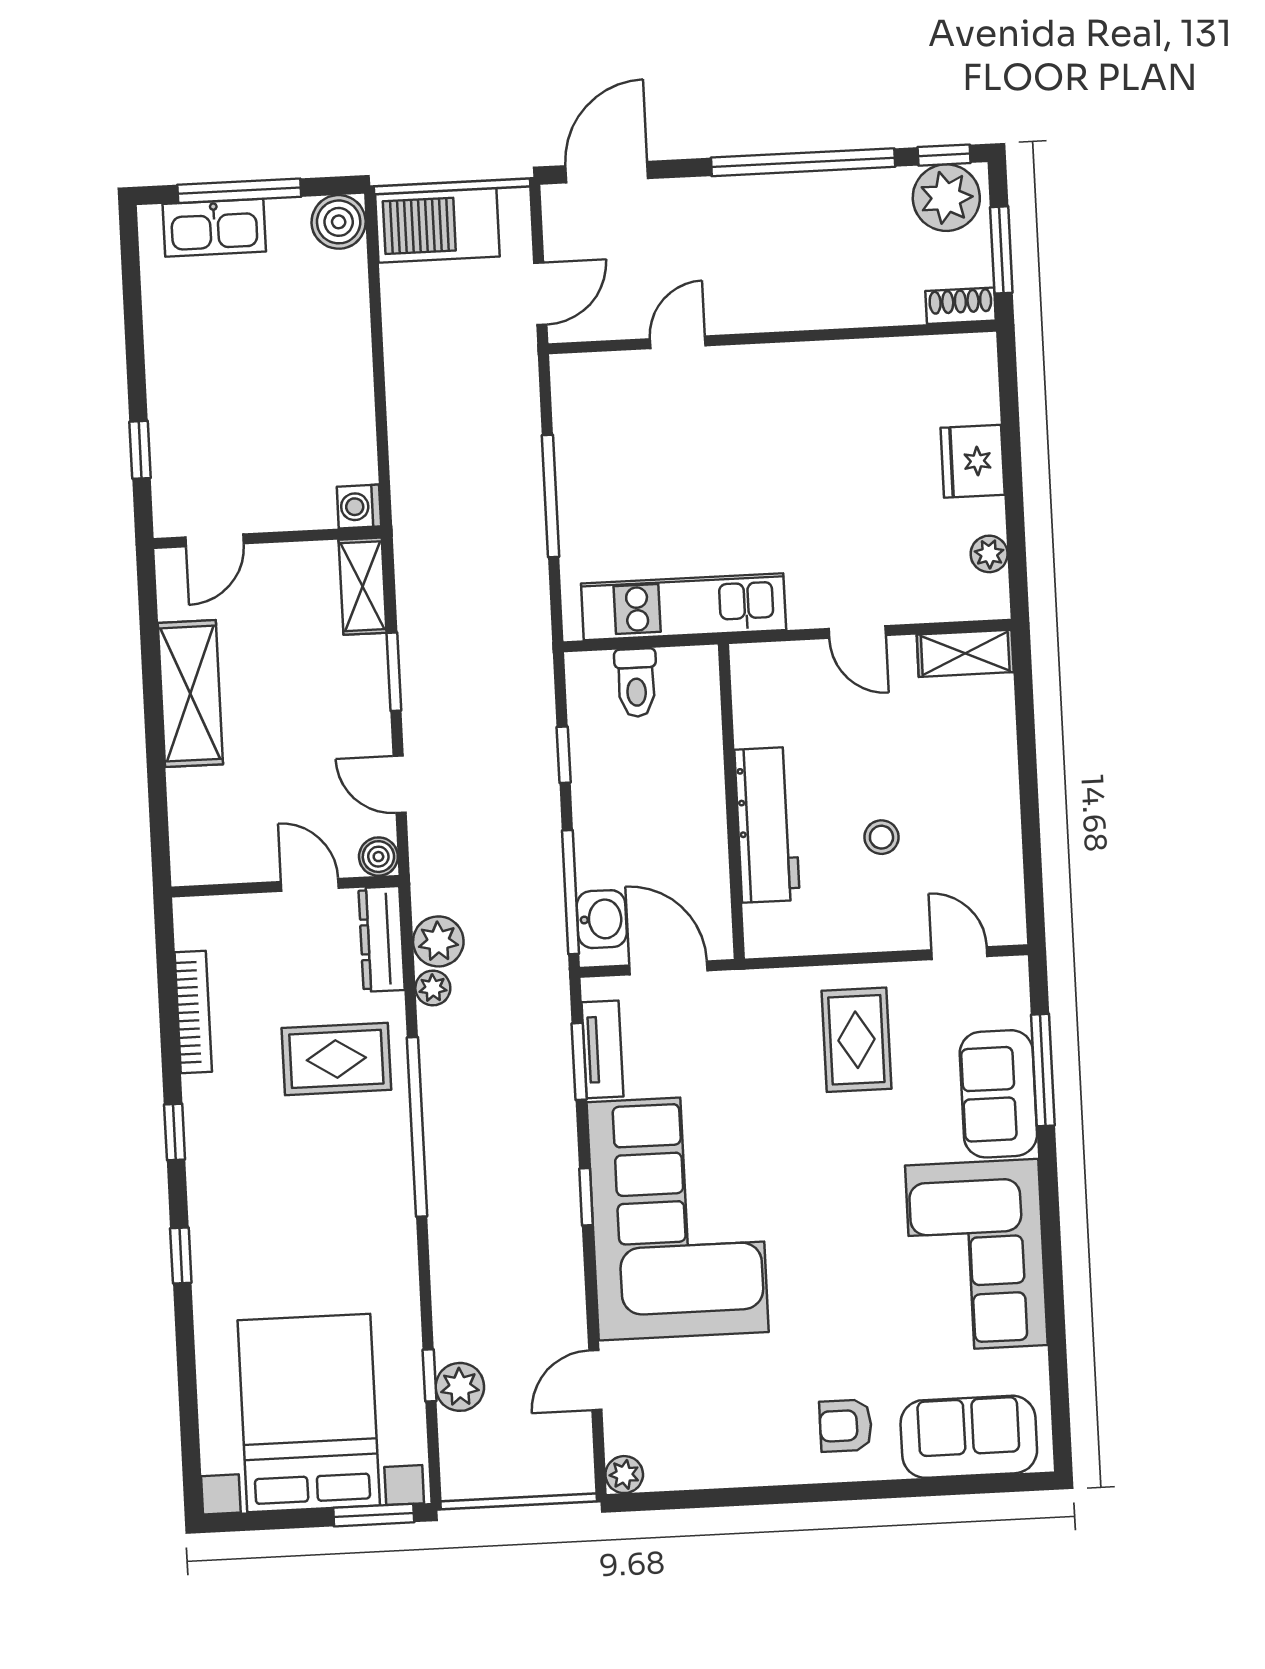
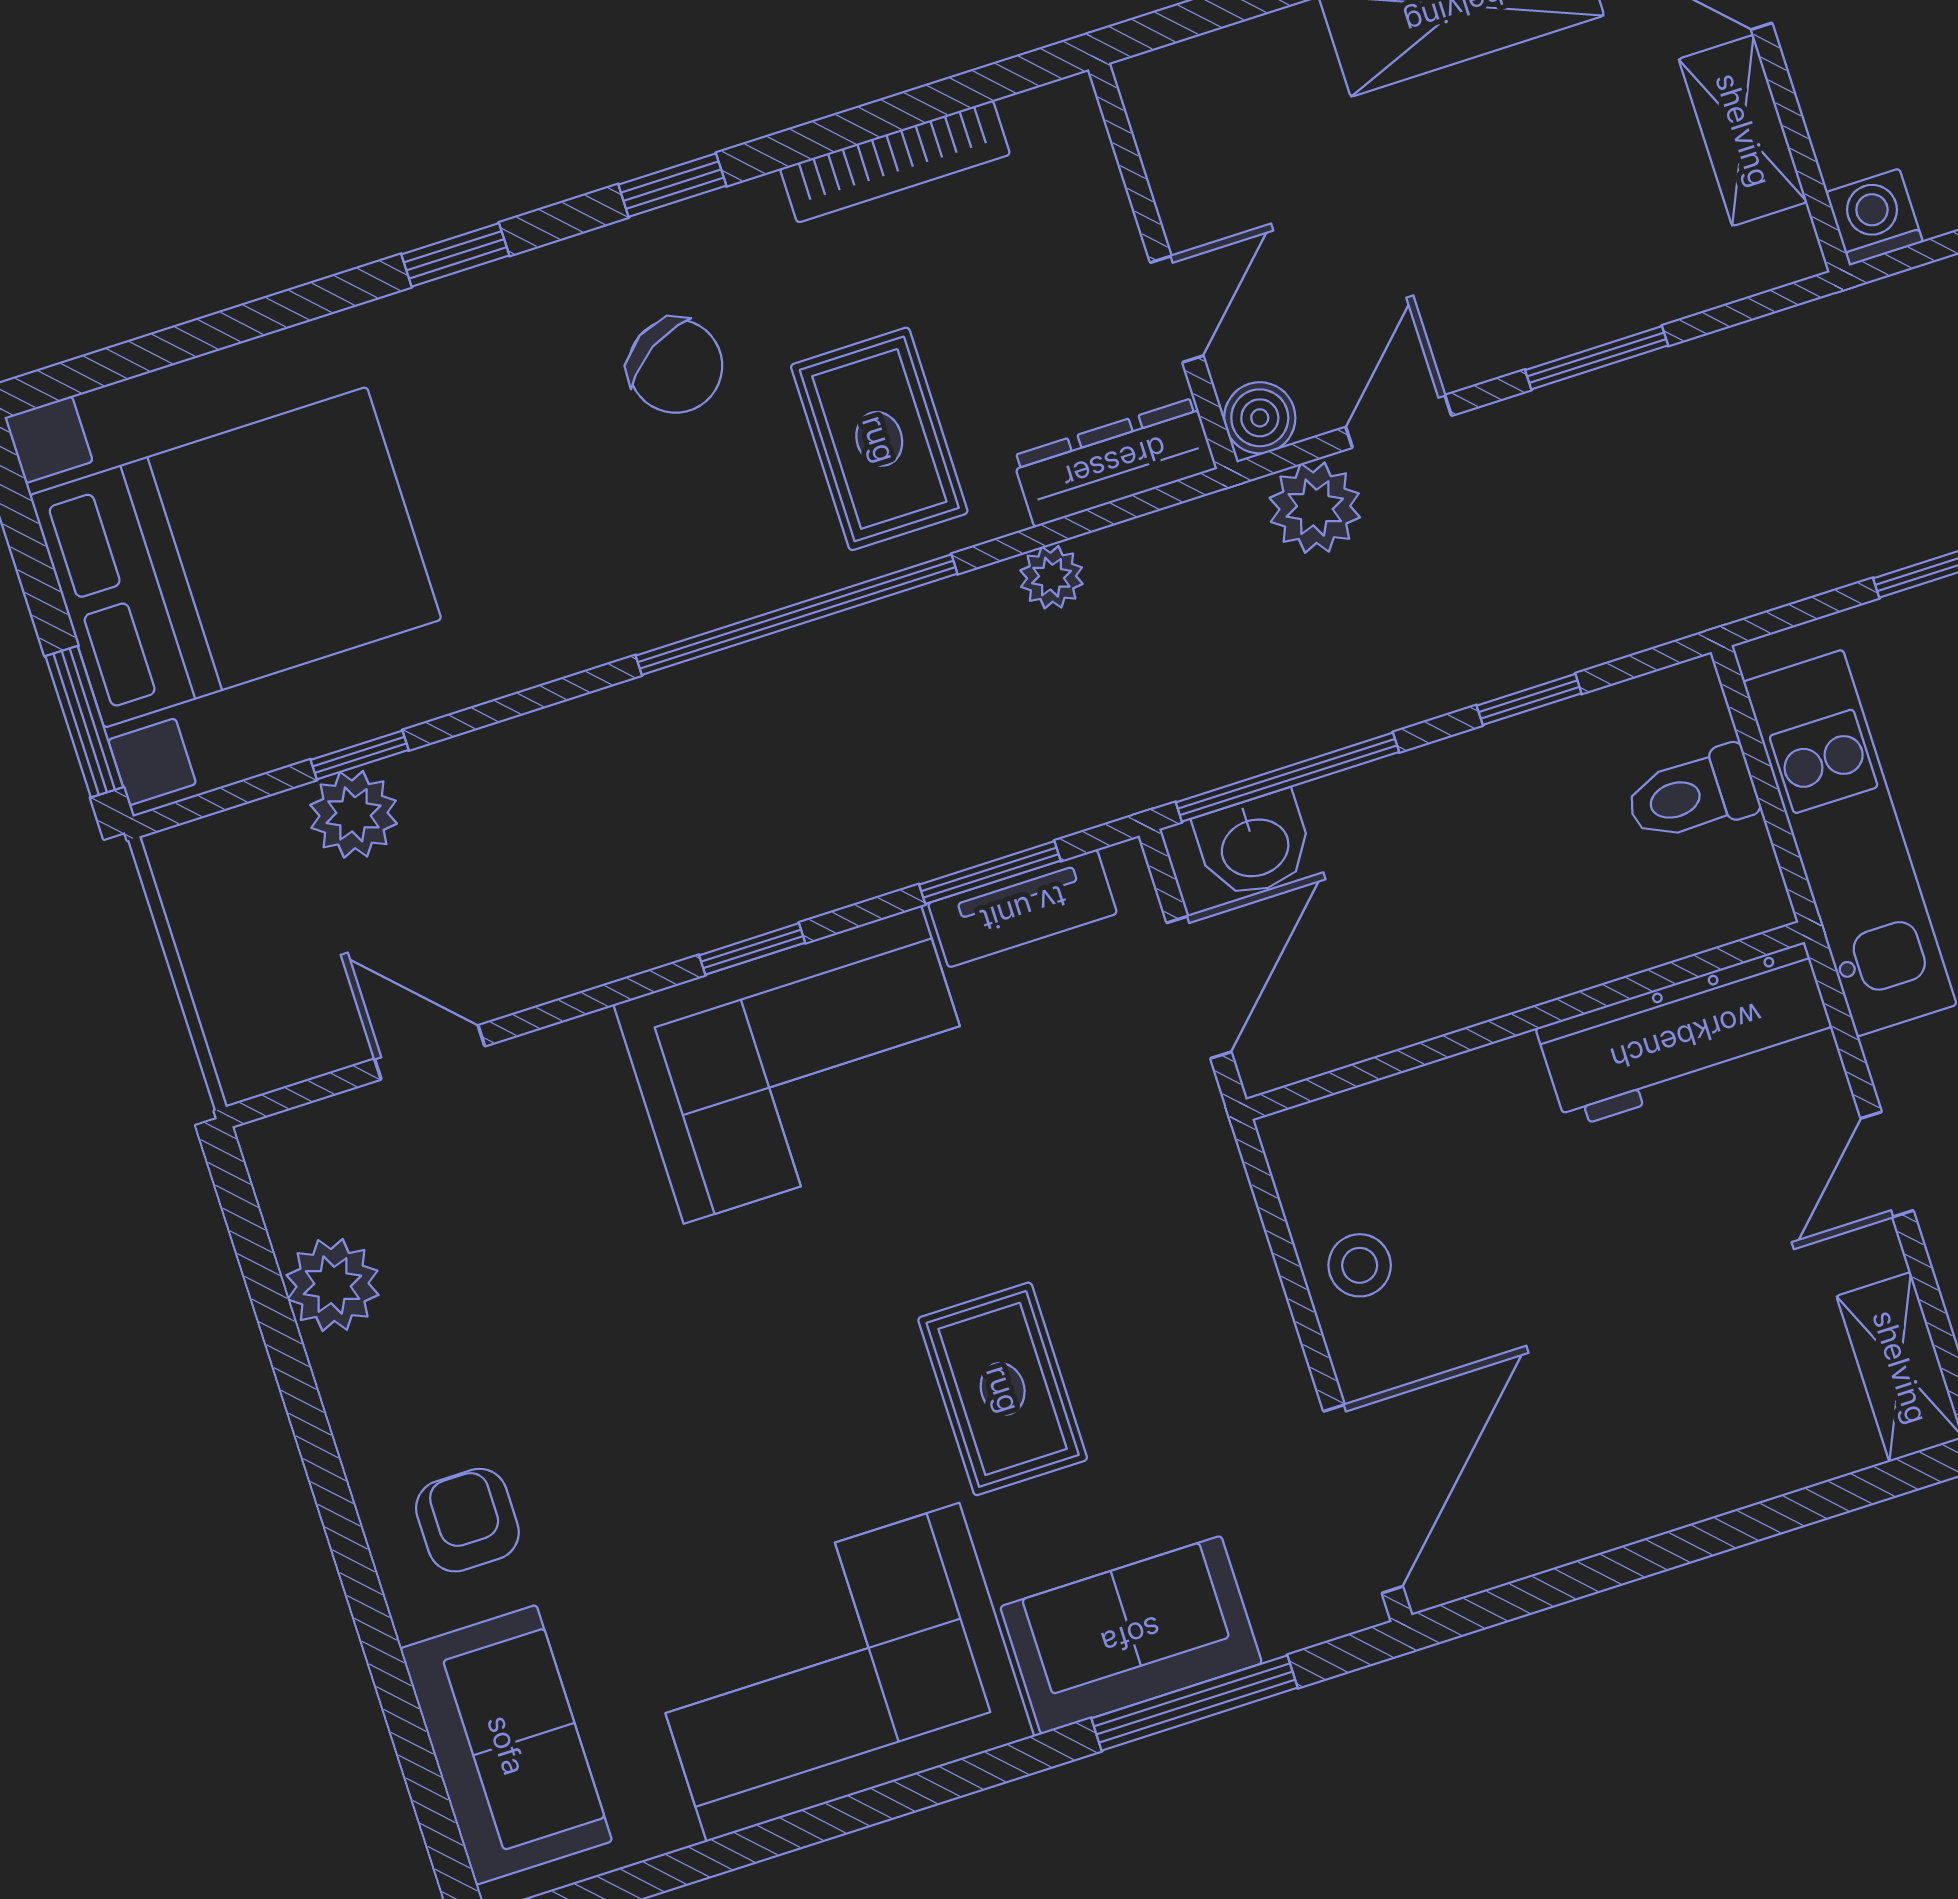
shelving: (363, 586) -> (1743, 130), moved, turned 90
workbench: (767, 825) -> (1686, 1036), moved
stool: (881, 837) -> (1360, 1265), moved
plant: (438, 941) -> (1315, 508), moved
door: (959, 953) -> (1363, 1499), width x1.88
rug: (856, 1040) -> (1003, 1389), moved, turned 90
chair: (270, 1156) -> (675, 366), added
corner sofa: (678, 1217) -> (802, 1065), width x0.73, depth x0.74
plant: (624, 1475) -> (333, 1285), moved, width x1.38, depth x1.38

